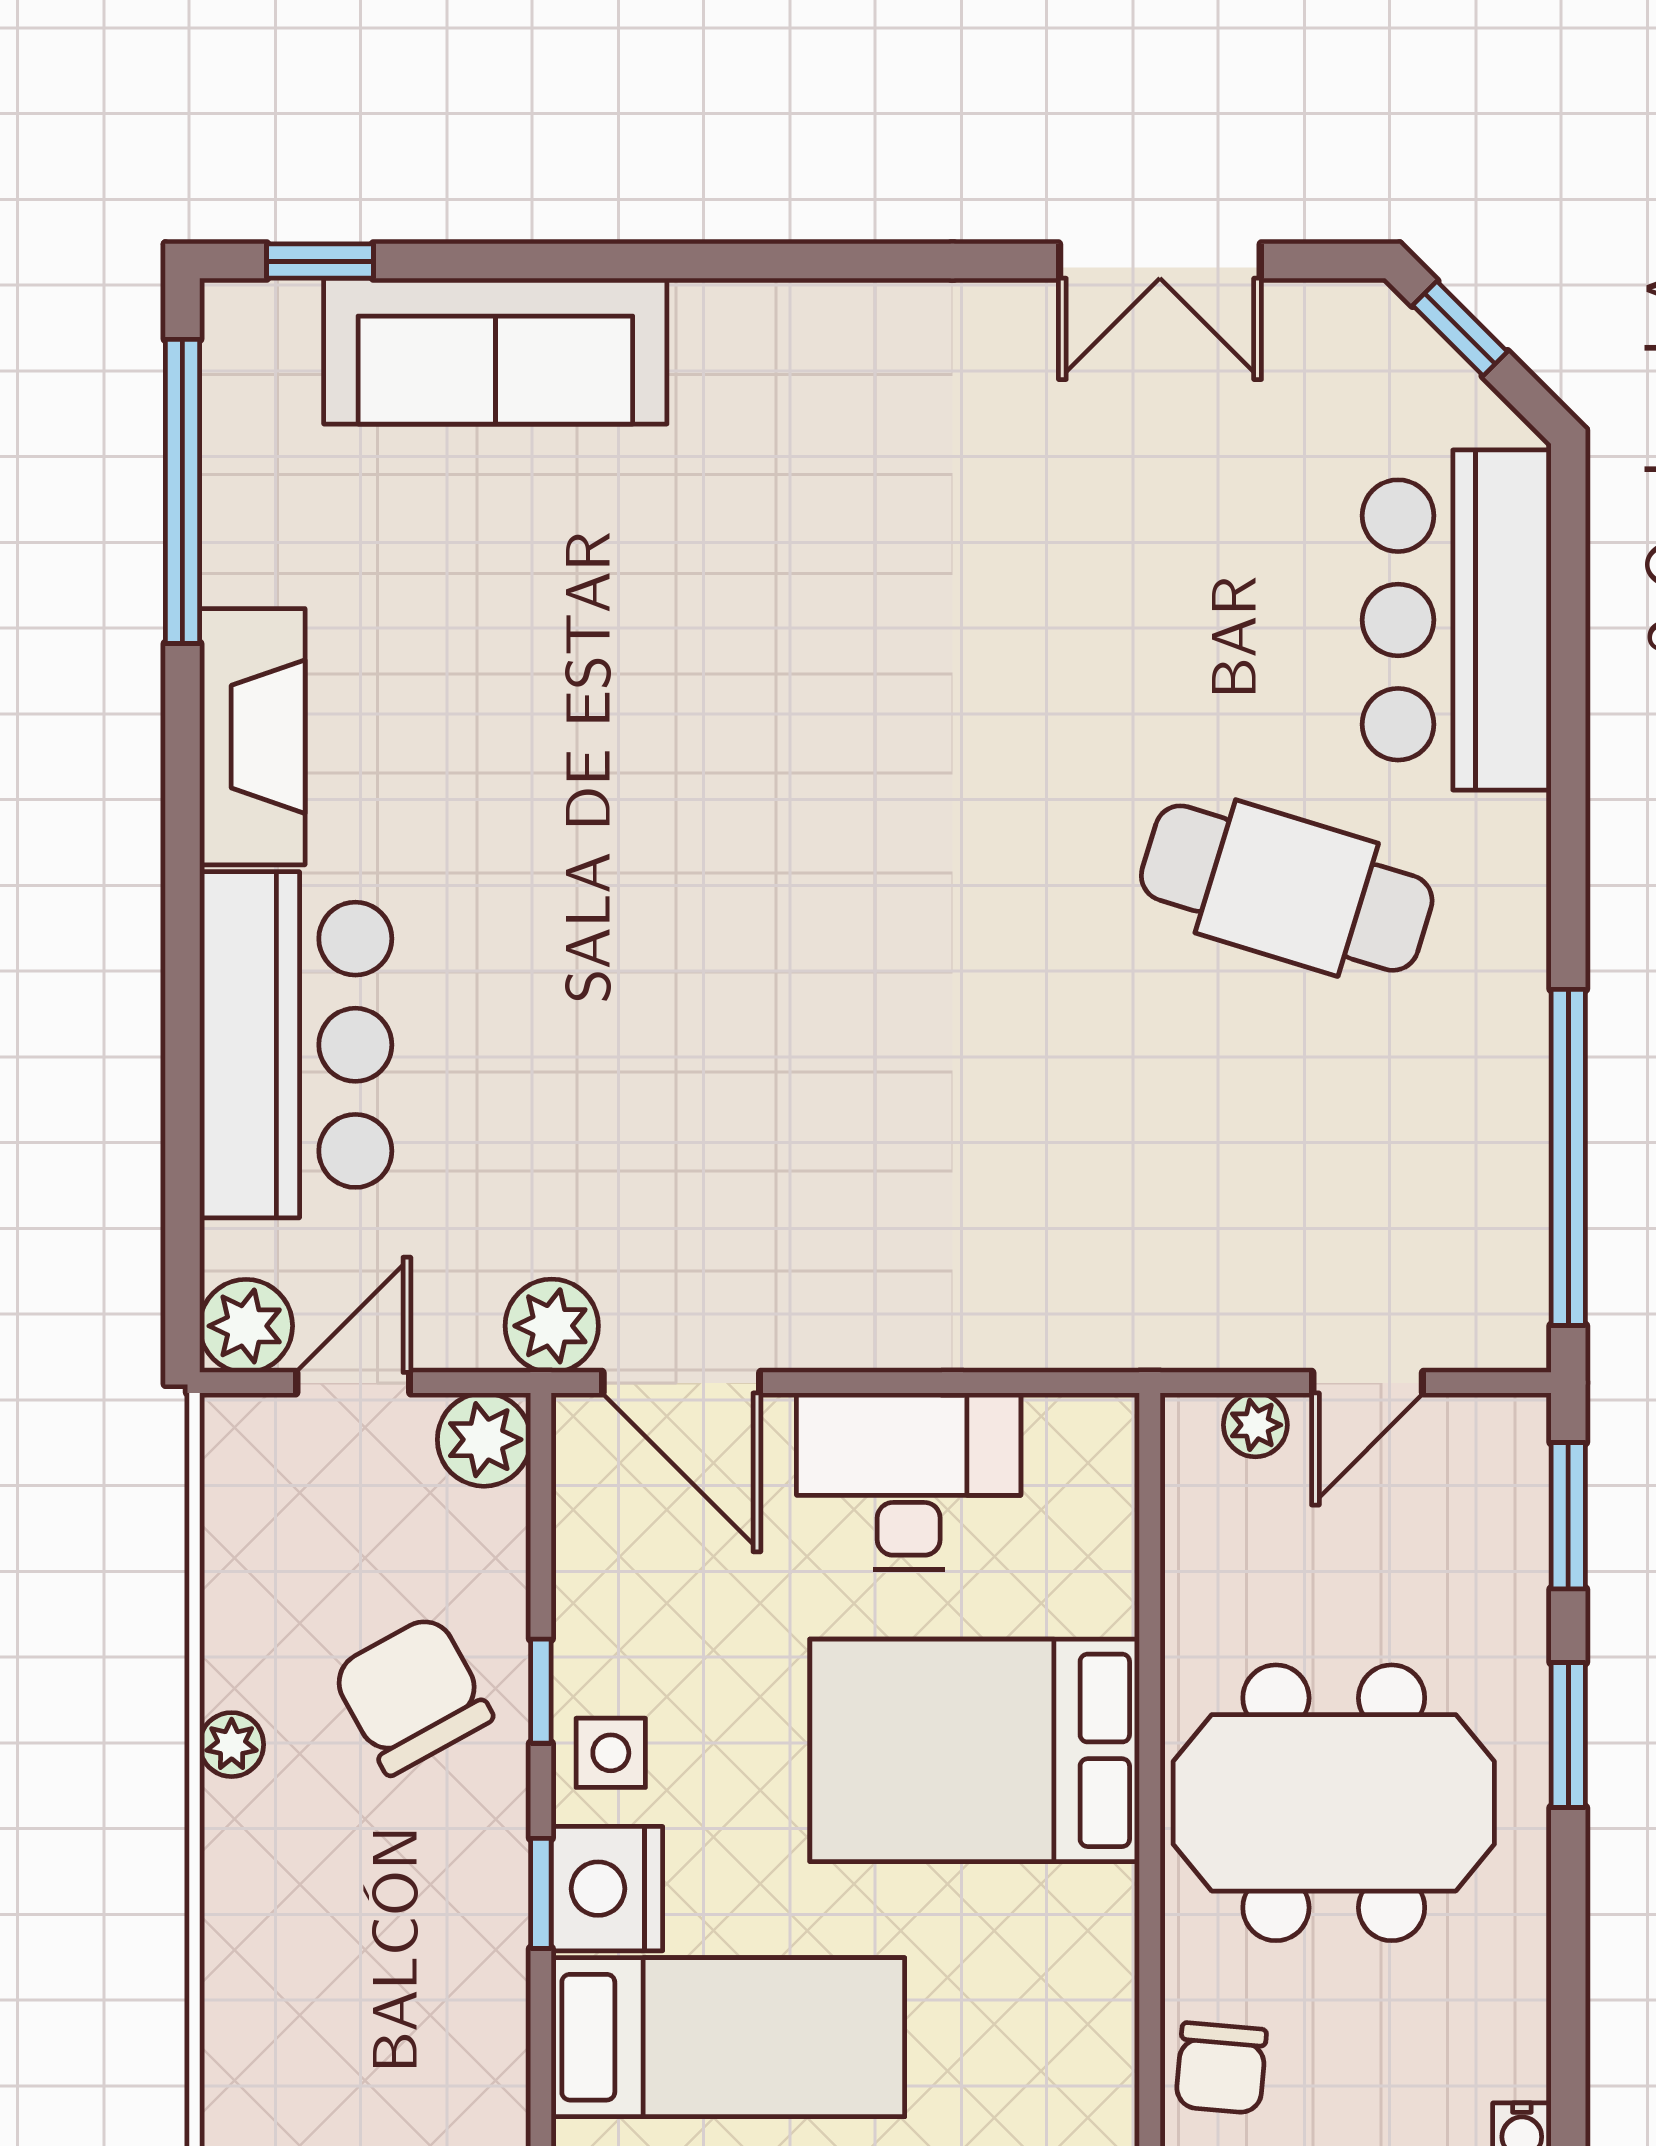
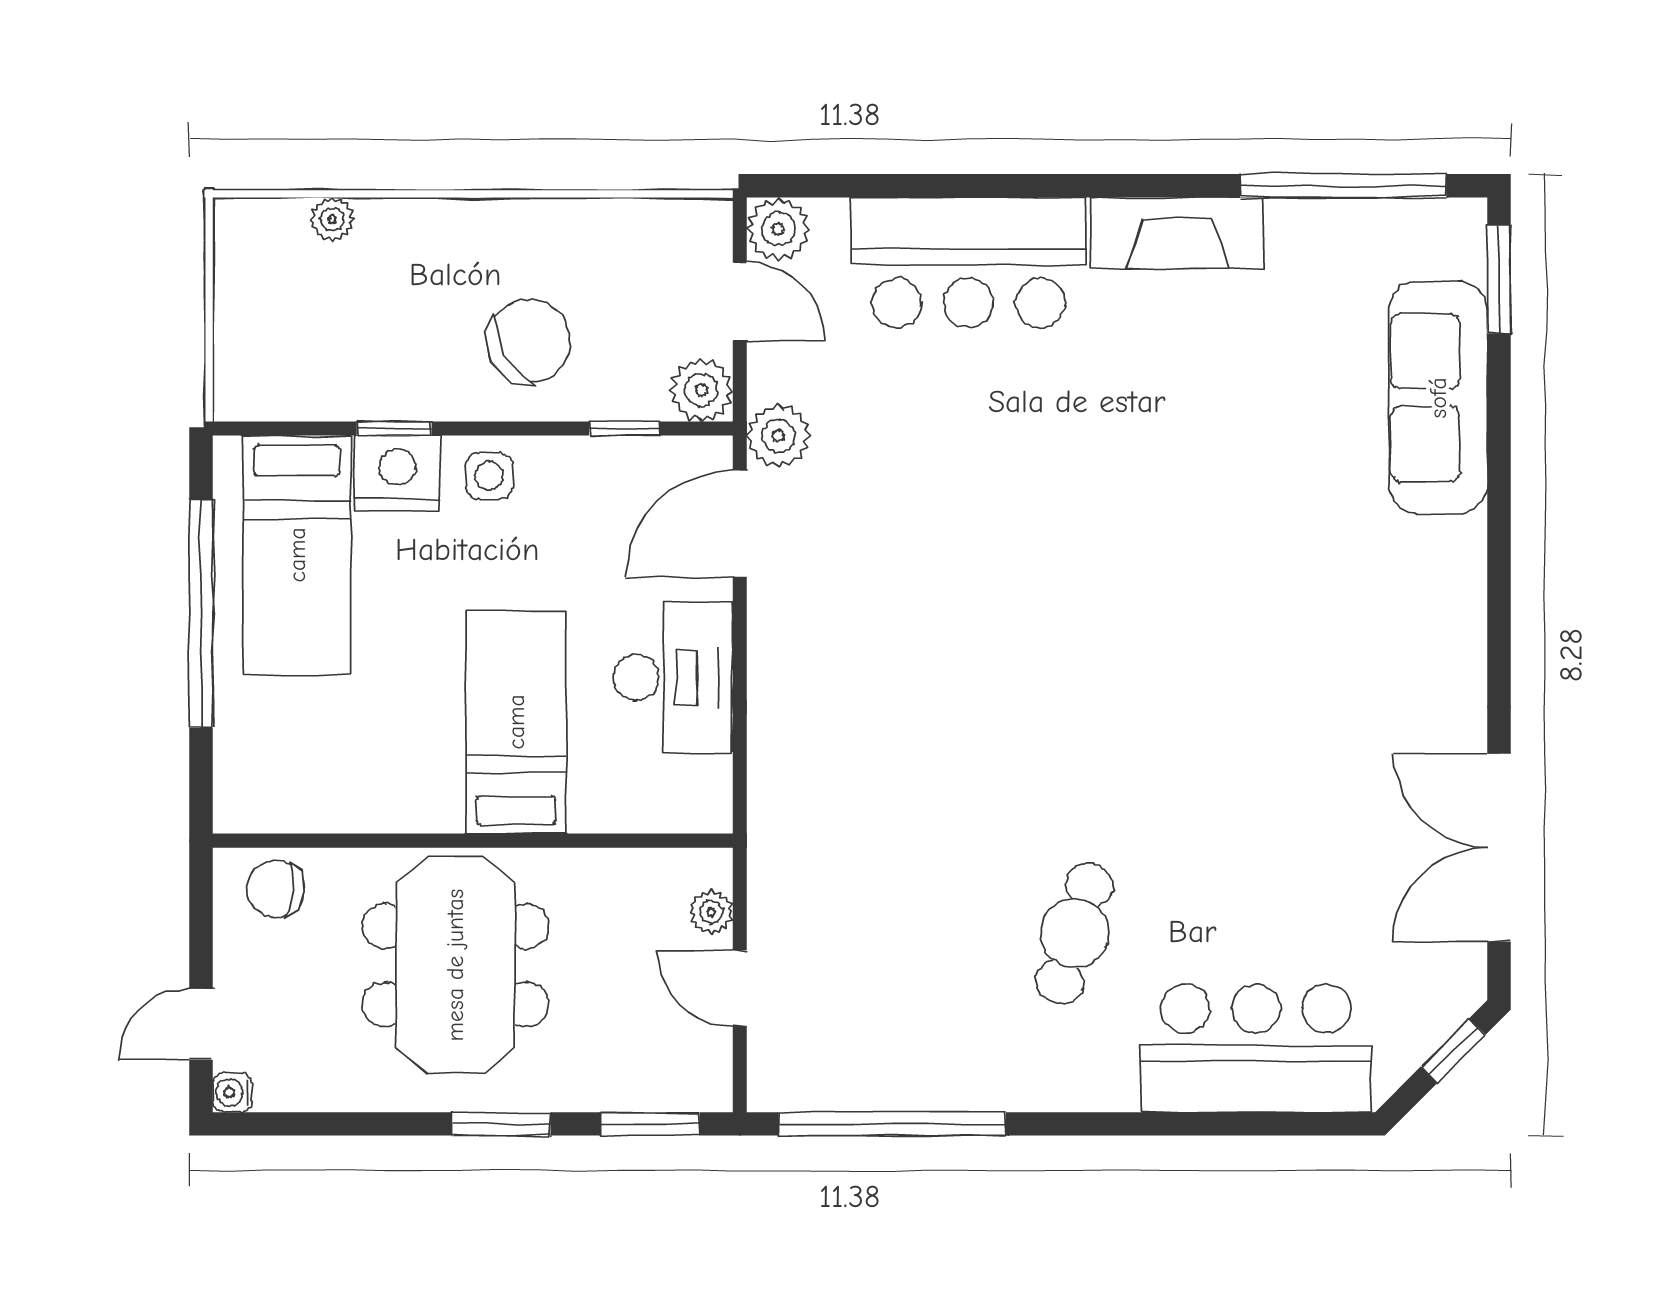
window: (320, 261) -> (1499, 279), width x1.50
double door: (1160, 261) -> (1499, 848), width x1.37
cafe table: (1287, 888) -> (1075, 933), width x0.73, depth x0.74
window: (541, 1691) -> (625, 428), moved
plant: (232, 1745) -> (332, 219), moved
bed: (975, 1750) -> (516, 722), width x0.67

